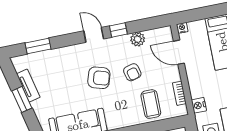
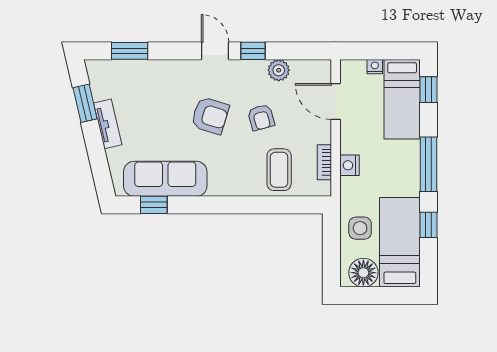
nightstand: (182, 28) -> (375, 67), moved
tv unit: (28, 86) -> (108, 124), moved
window: (22, 99) -> (85, 103), moved
nightstand: (199, 105) -> (349, 165), moved

